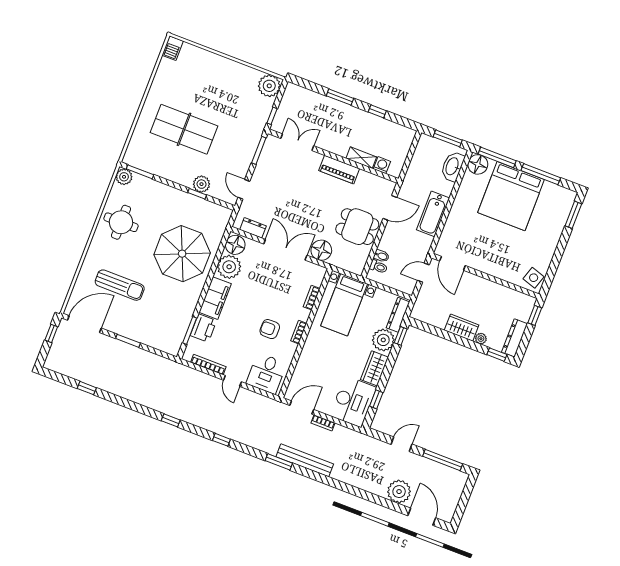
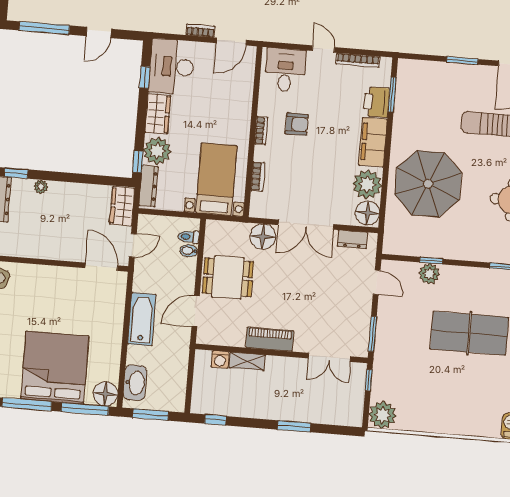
window: (377, 111) -> (215, 420), moved
wardrobe: (462, 328) -> (122, 206), moved, turned 90

